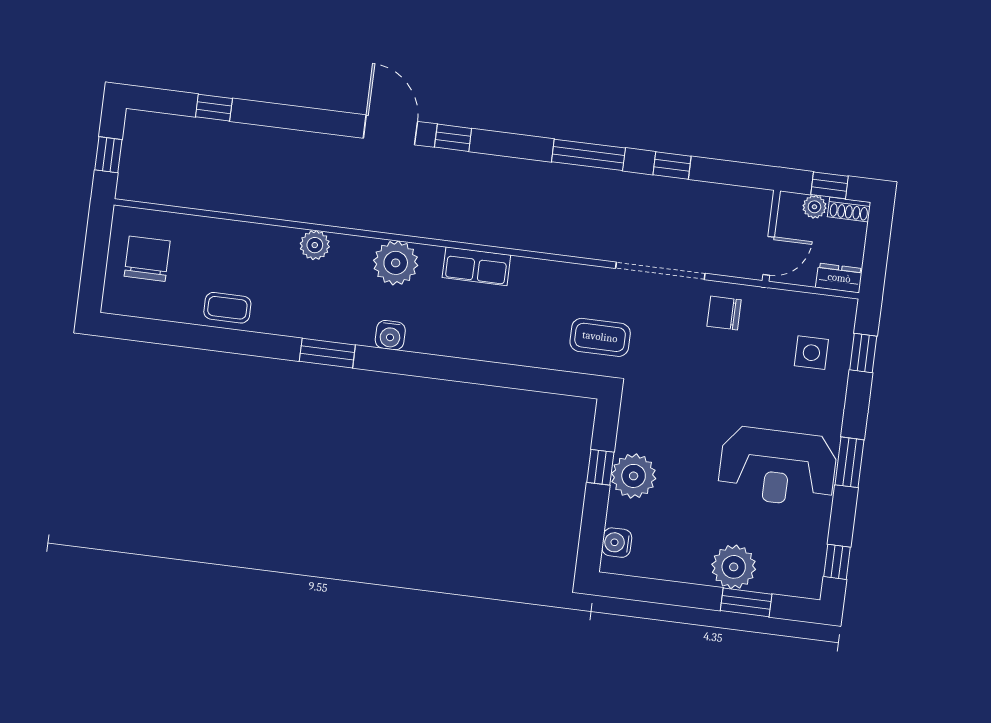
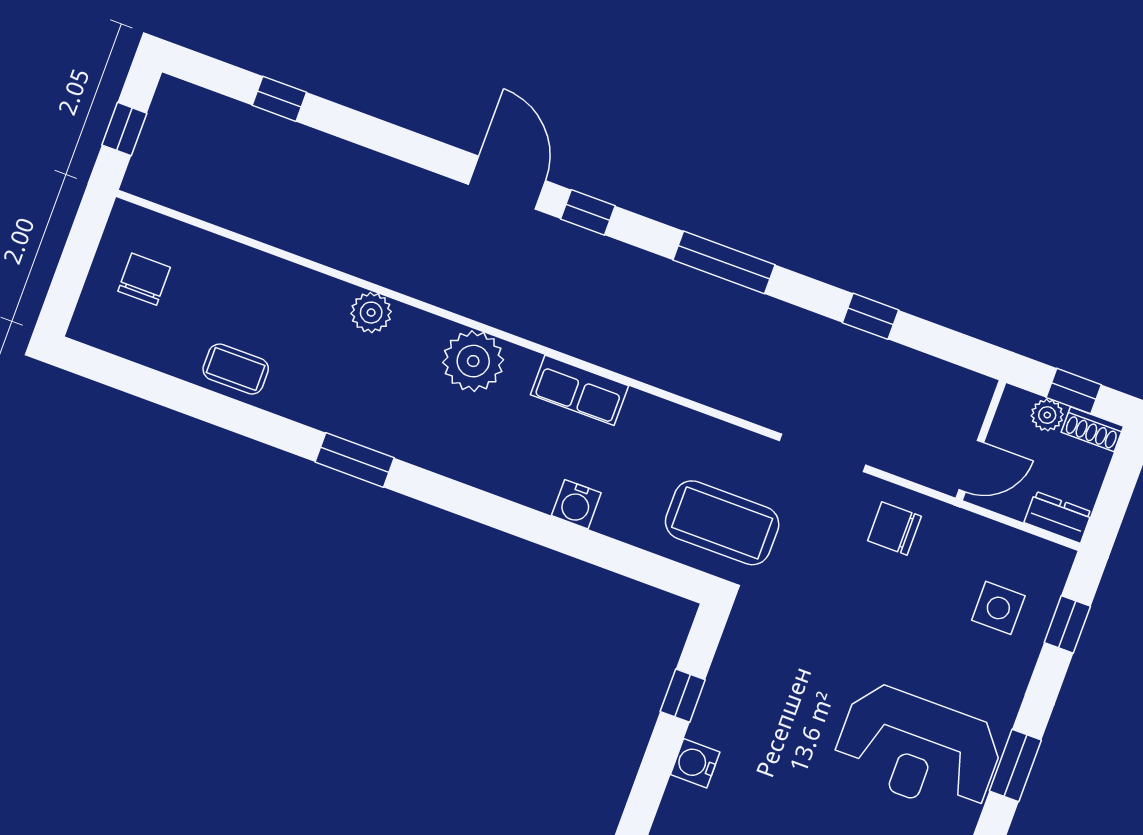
window: (588, 155) -> (724, 262), moved
chair: (147, 259) -> (144, 279), width x0.73, depth x0.73
doorway: (660, 271) -> (823, 453), width x0.73
water cooler: (390, 335) -> (576, 504), moved
coffee table: (600, 337) -> (722, 523), width x1.36, depth x1.32
plant: (634, 476) -> (724, 717), removed
water cooler: (617, 543) -> (695, 763), moved

